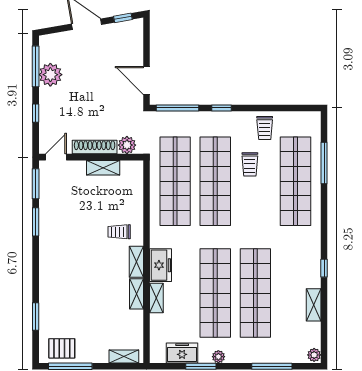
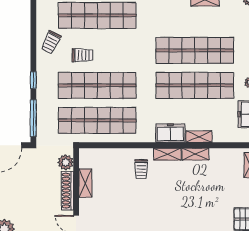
trolley: (265, 128) -> (51, 42), turned 117

